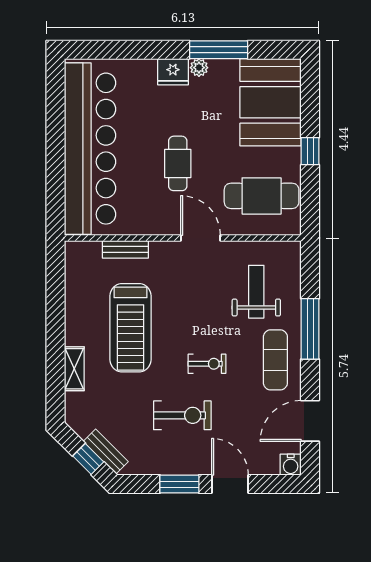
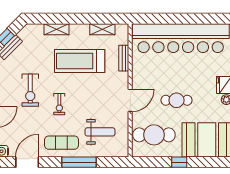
cafe table: (178, 163) -> (177, 100), moved
cafe table: (262, 196) -> (154, 135), turned 90
shelving: (74, 287) -> (102, 29), added
door: (310, 421) -> (27, 162), hinge flipped

